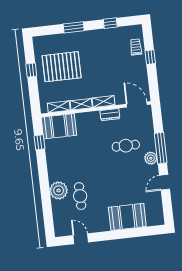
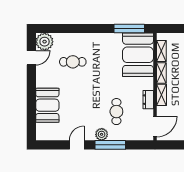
booth: (59, 126) -> (138, 55), width x1.36, depth x1.42
window: (39, 142) -> (129, 28), width x2.17
door: (164, 182) -> (77, 145), hinge flipped
plant: (59, 190) -> (45, 42), moved

